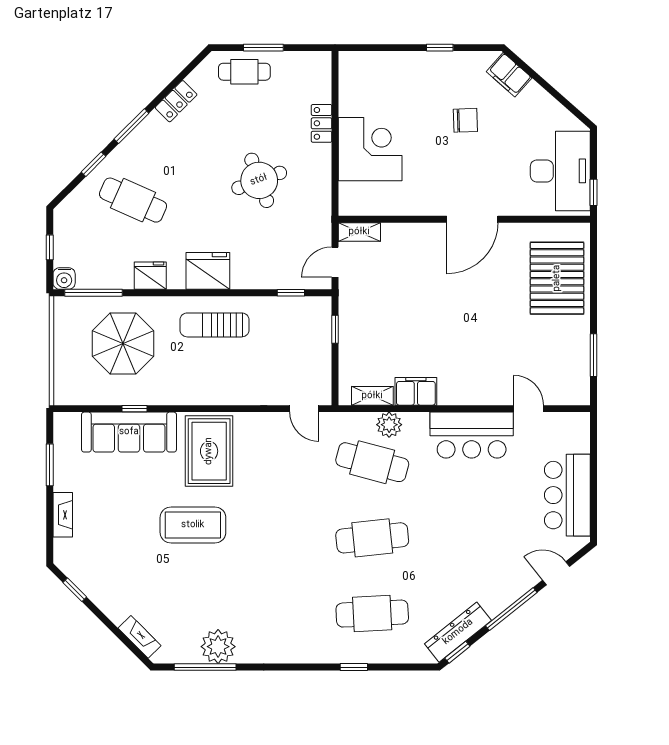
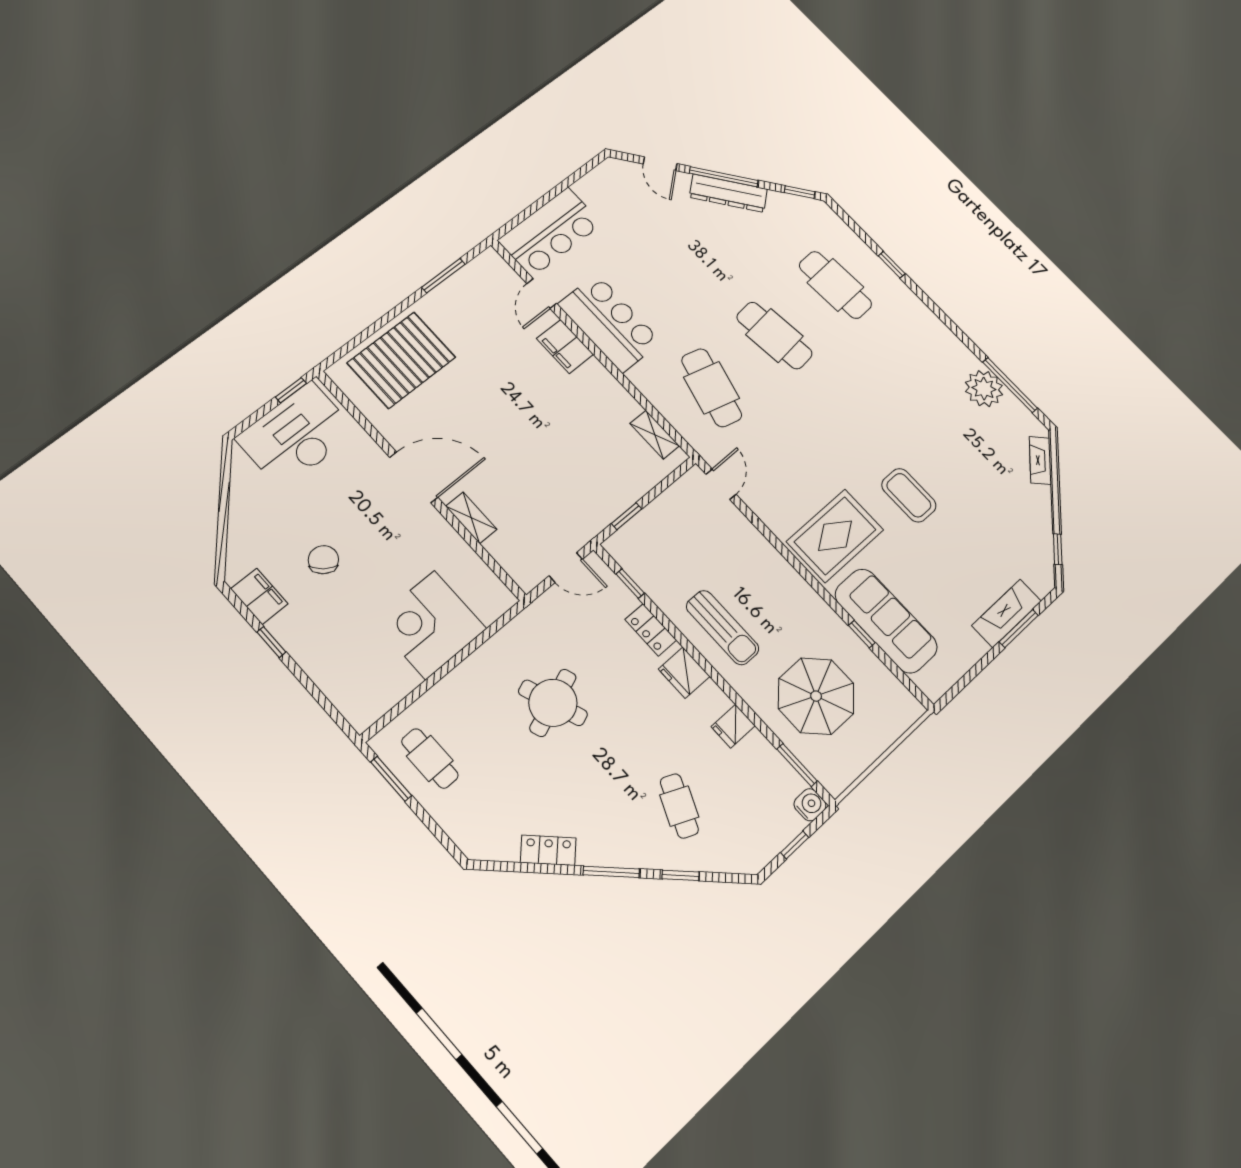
window: (263, 48) -> (391, 779), moved
cafe table: (244, 72) -> (430, 758), moved
filing cabinet: (509, 75) -> (259, 596), moved, turned -41
chair: (465, 120) -> (323, 560), turned 41
locker: (322, 123) -> (651, 630), moved, turned 90
cafe table: (133, 200) -> (679, 806), width x0.73, depth x0.74
shelving: (359, 232) -> (471, 518), moved
fridge: (208, 271) -> (684, 673), width x0.73, depth x0.75
fridge: (150, 276) -> (733, 726), width x0.72
window: (94, 293) -> (797, 765), width x0.69
filing cabinet: (416, 391) -> (565, 346), moved
plant: (389, 425) -> (666, 400), removed
window: (50, 465) -> (1019, 629), moved
bar counter: (567, 495) -> (550, 232), moved
fireplace: (63, 515) -> (1007, 613), width x1.37, depth x1.32
coffee table: (193, 525) -> (909, 495), width x0.73, depth x0.76
dresser: (458, 632) -> (728, 193), moved

